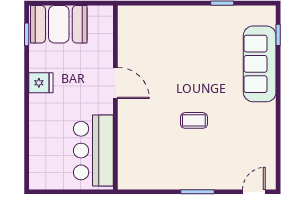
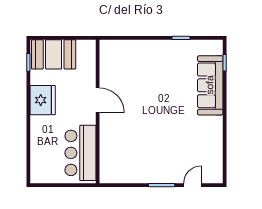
fridge: (41, 83) -> (43, 100), width x1.88, depth x1.34
coffee table: (194, 120) -> (159, 129), removed
door: (254, 192) -> (193, 185), moved

